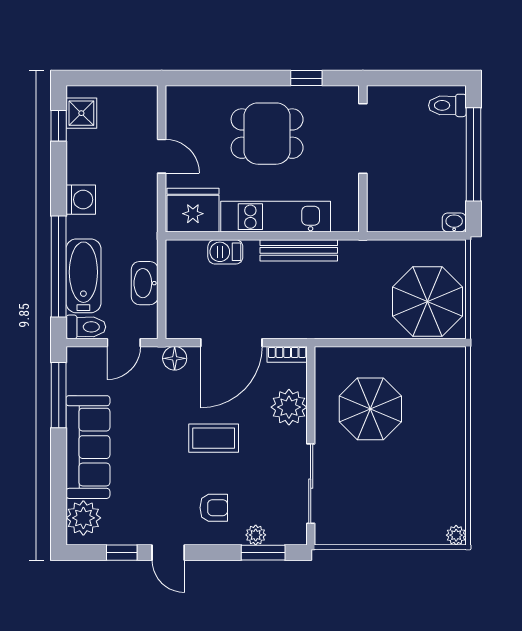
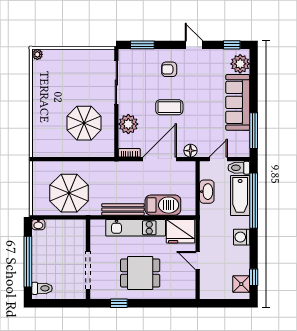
barbecue: (225, 252) -> (163, 205), width x1.88, depth x1.53
parasol: (427, 301) -> (69, 193), moved
plant: (256, 535) -> (146, 54), removed
window: (122, 553) -> (232, 45), moved

